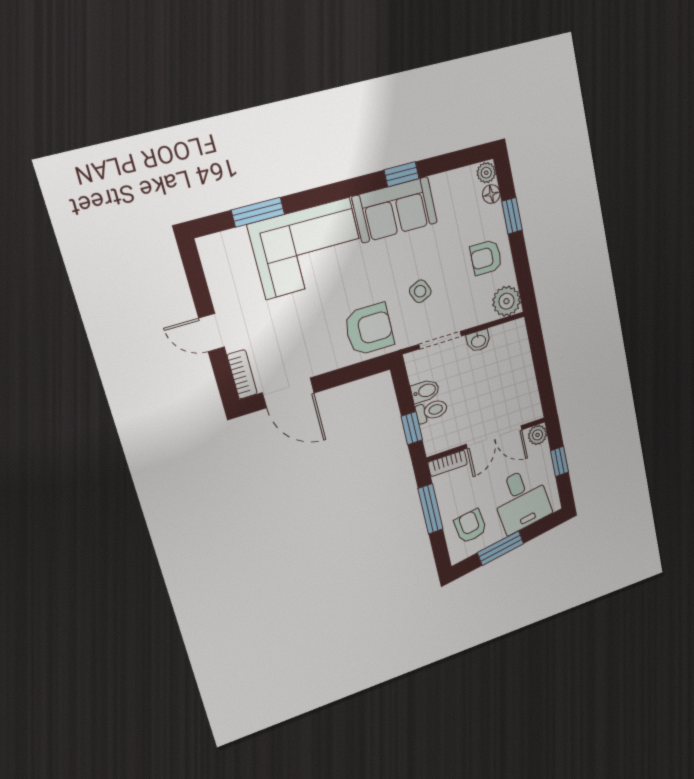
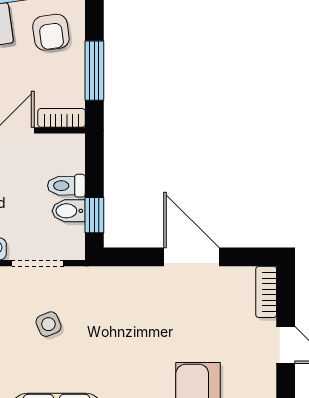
armchair: (369, 329) -> (117, 299), removed
door: (288, 393) -> (191, 257), moved
window: (412, 428) -> (94, 215), moved

